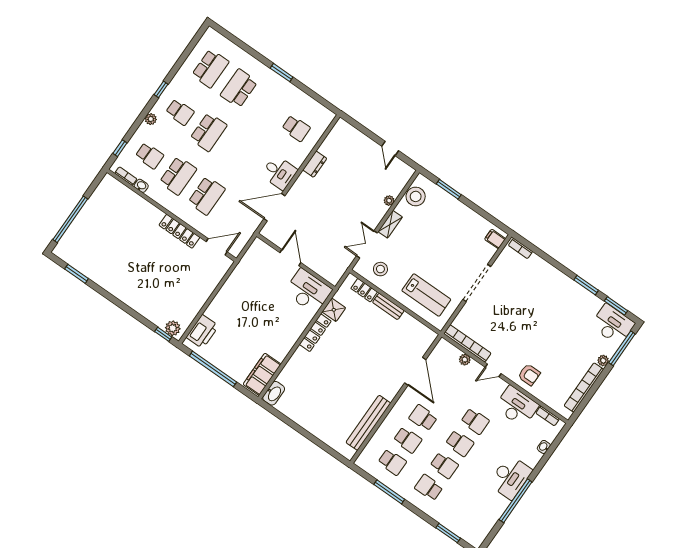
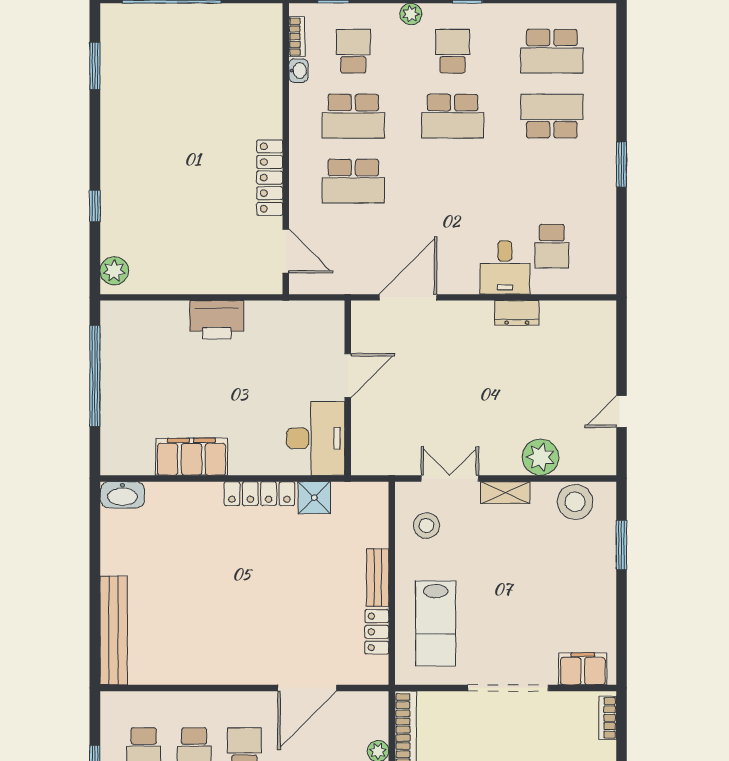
school desk: (180, 112) -> (453, 51), turned 180
school desk: (149, 156) -> (353, 51), turned 180
desk: (279, 172) -> (505, 268), moved
plant: (389, 201) -> (540, 457), width x1.87, depth x1.87
door: (274, 207) -> (408, 297), hinge flipped
filing cabinet: (495, 239) -> (583, 669), width x2.00
locker: (364, 290) -> (377, 632), moved
printer: (202, 332) -> (217, 320), moved
window: (163, 334) -> (95, 206), moved
filing cabinet: (262, 374) -> (191, 457), moved
bench: (368, 423) -> (114, 630), moved, turned 90

